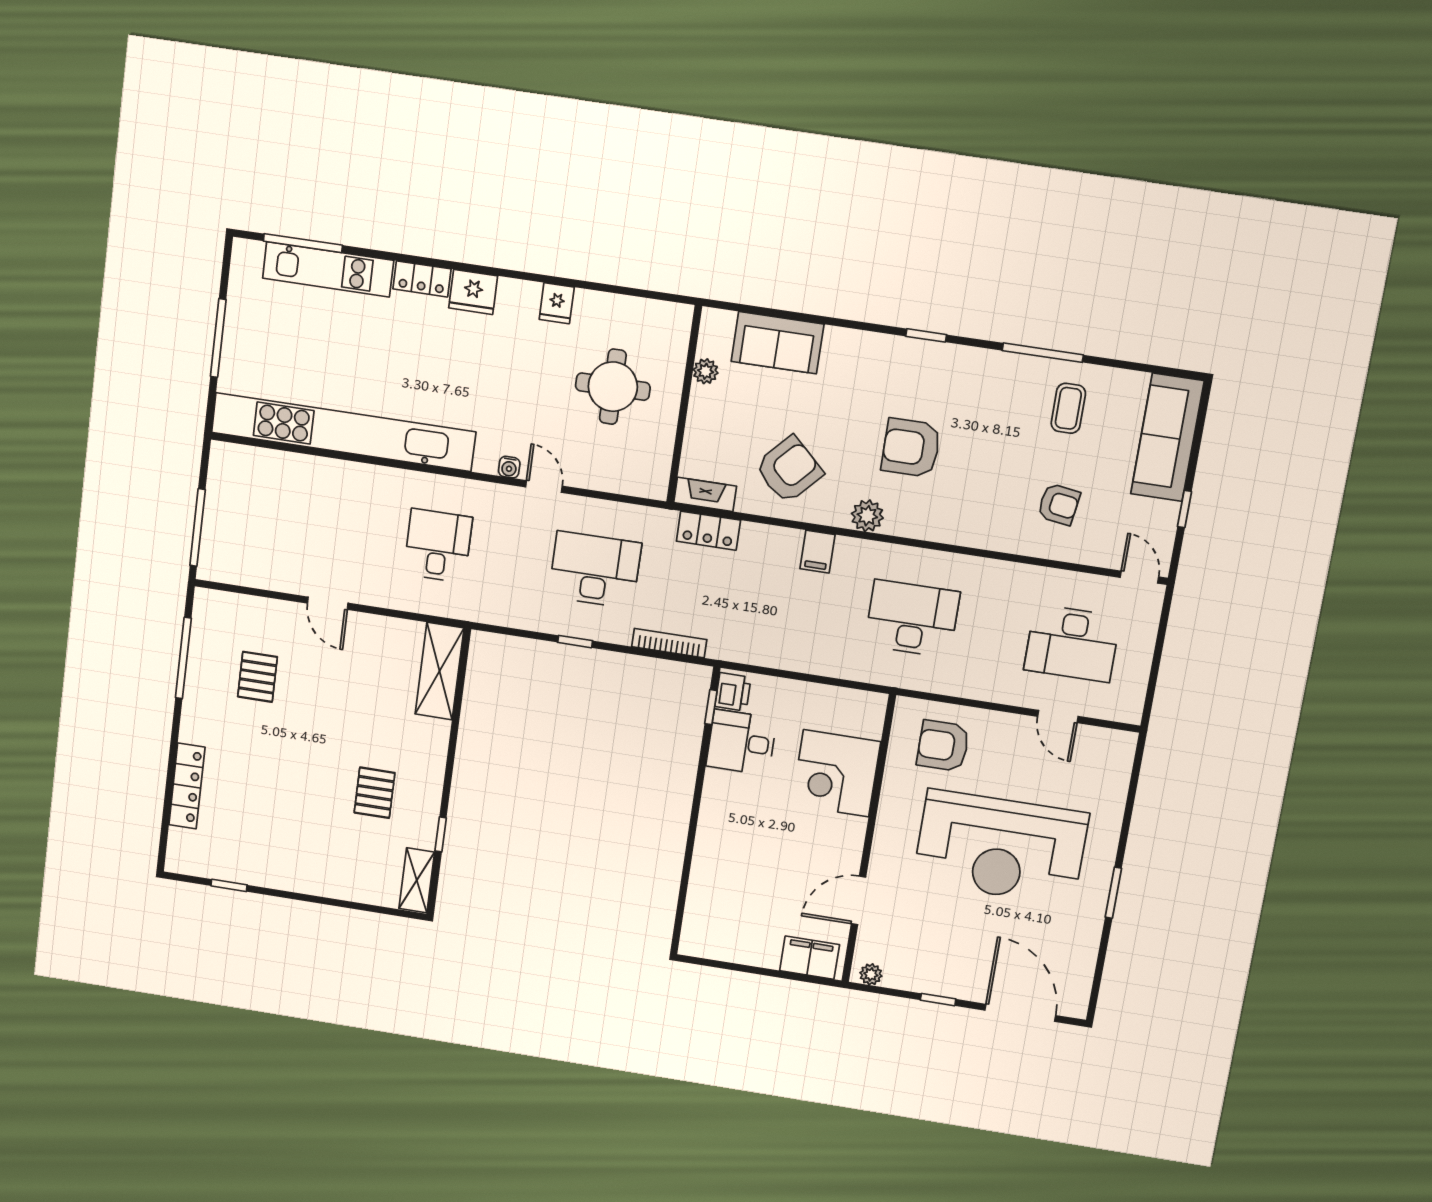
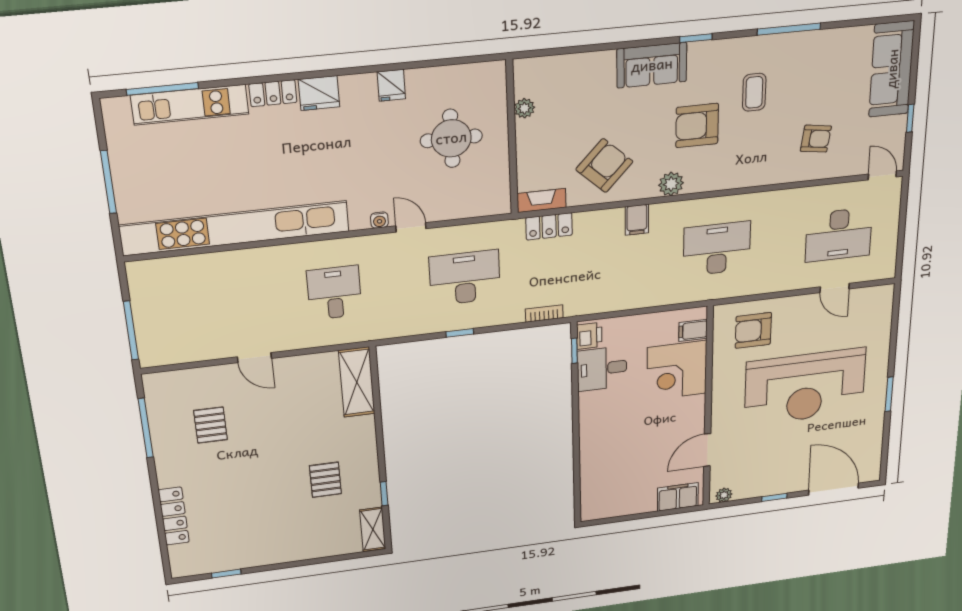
sofa: (777, 343) -> (652, 65), moved
coffee table: (1068, 408) -> (754, 92), moved
bookcase: (669, 643) -> (544, 313), width x0.64
filing cabinet: (865, 723) -> (693, 330), added

